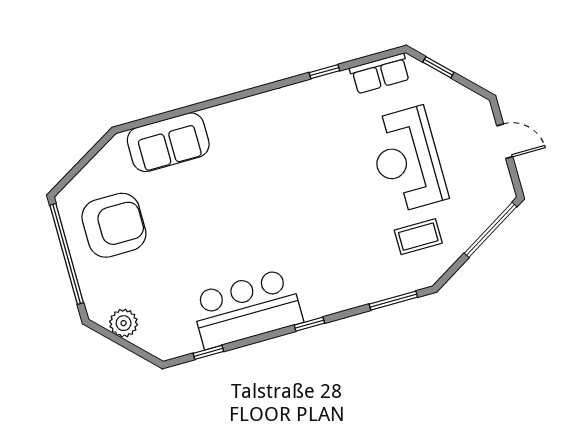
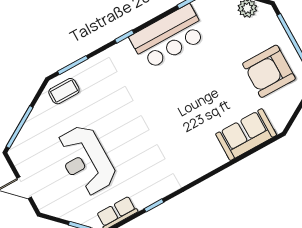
reception desk: (407, 160) -> (86, 160), turned 180
coffee table: (418, 237) -> (64, 91), moved

